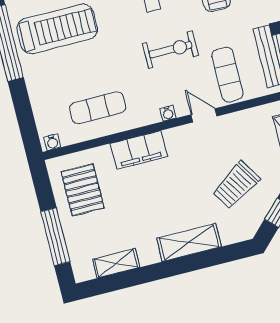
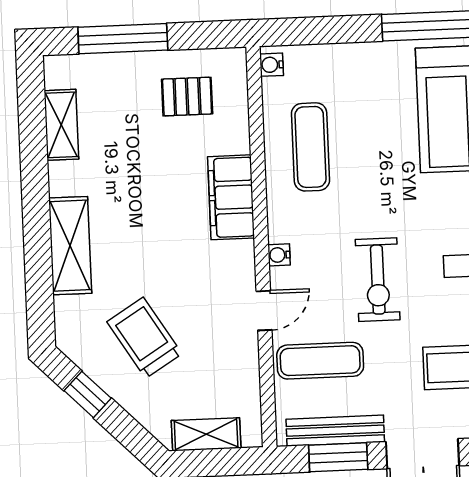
pallet: (83, 190) -> (187, 97), width x0.67, depth x0.71

